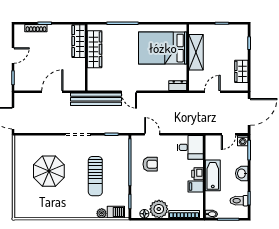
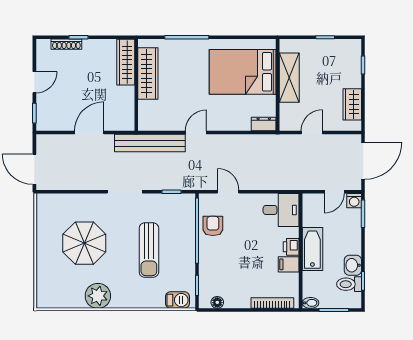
door: (129, 92) -> (196, 133), swing flipped
armchair: (150, 164) -> (213, 226), moved, turned -90
washbasin: (242, 173) -> (353, 265), moved
plant: (159, 209) -> (237, 296), removed
plant: (102, 213) -> (98, 296), moved, width x1.88, depth x1.88

